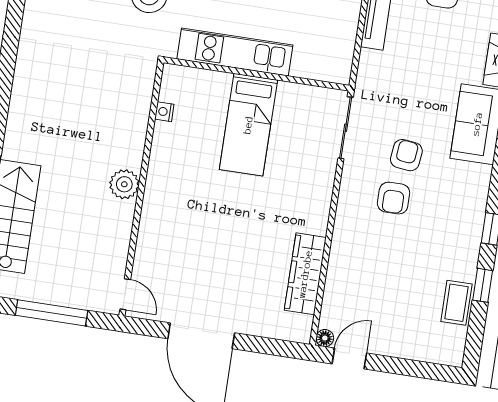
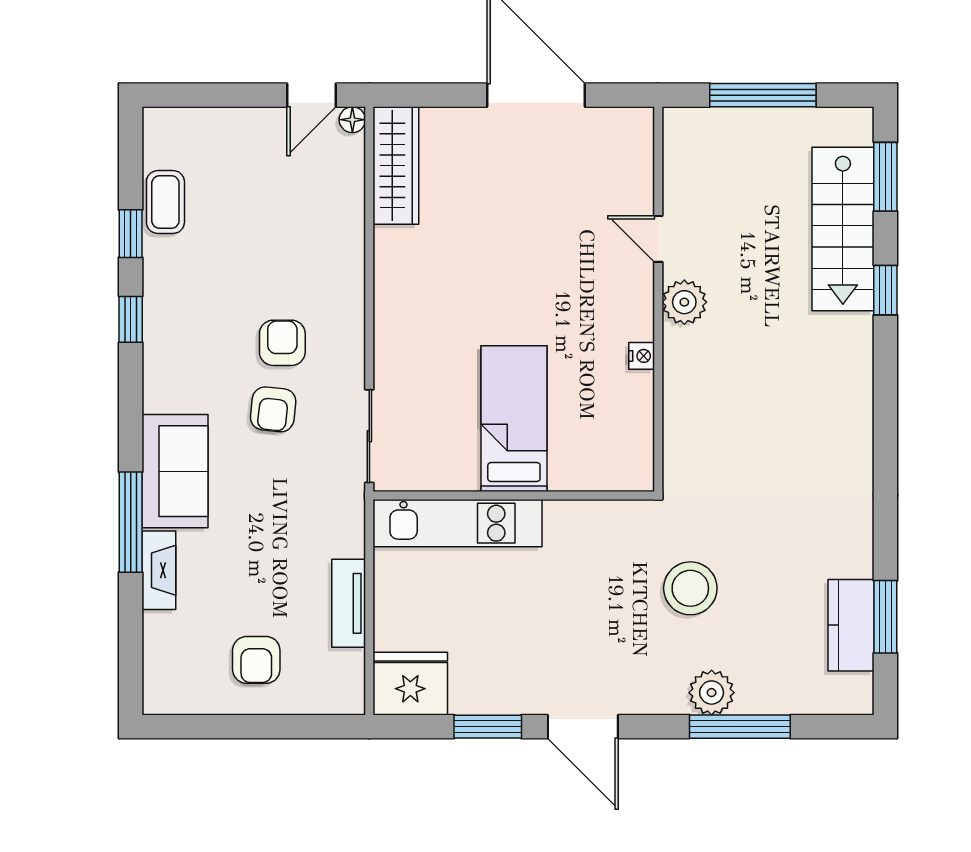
kitchen unit: (235, 52) -> (457, 523), moved
nightstand: (164, 112) -> (642, 356), moved
wardrobe: (305, 274) -> (396, 165), moved
door: (125, 294) -> (658, 239), moved

